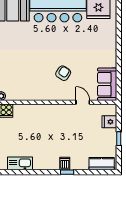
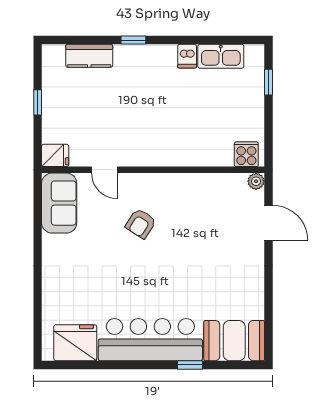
fridge: (109, 122) -> (55, 155), moved
dishwasher: (65, 164) -> (187, 56), moved
kitchen counter: (102, 164) -> (89, 56), moved

